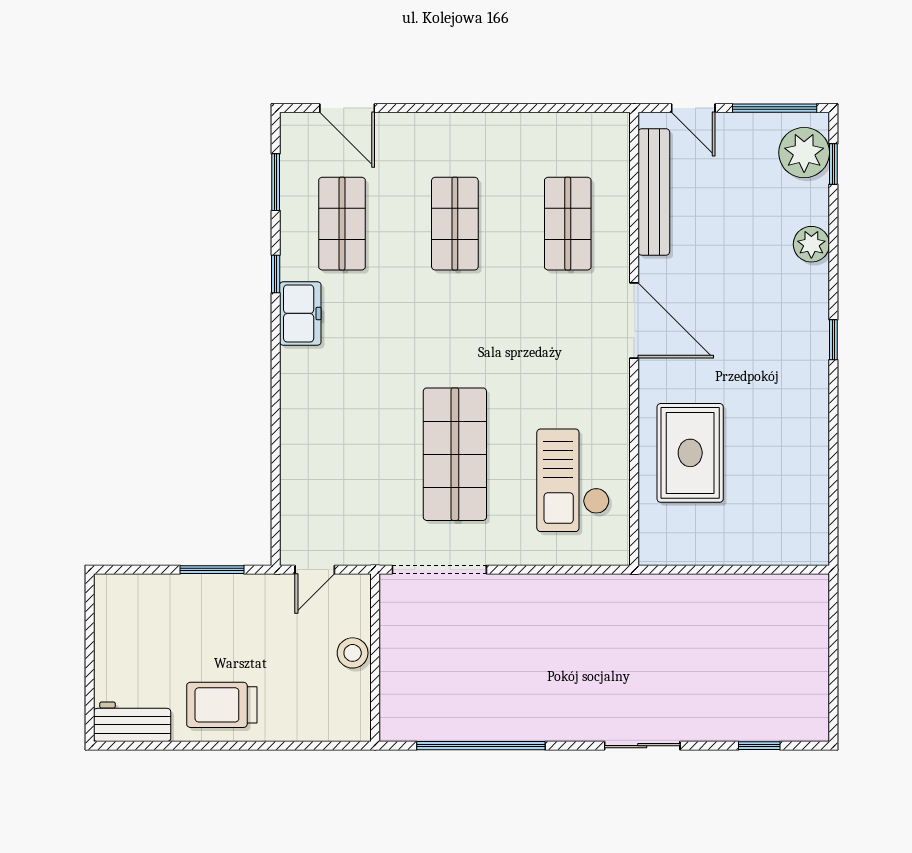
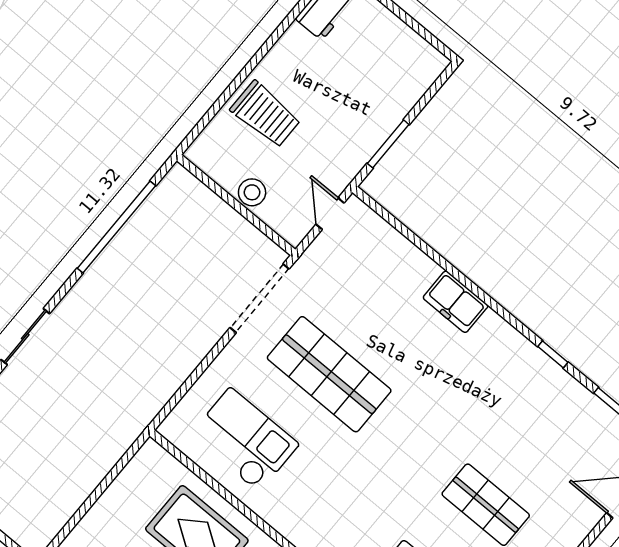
shop shelf: (342, 224) -> (550, 428), removed
freezer: (300, 313) -> (456, 302), moved
trolley: (222, 705) -> (266, 114), moved, turned 90

